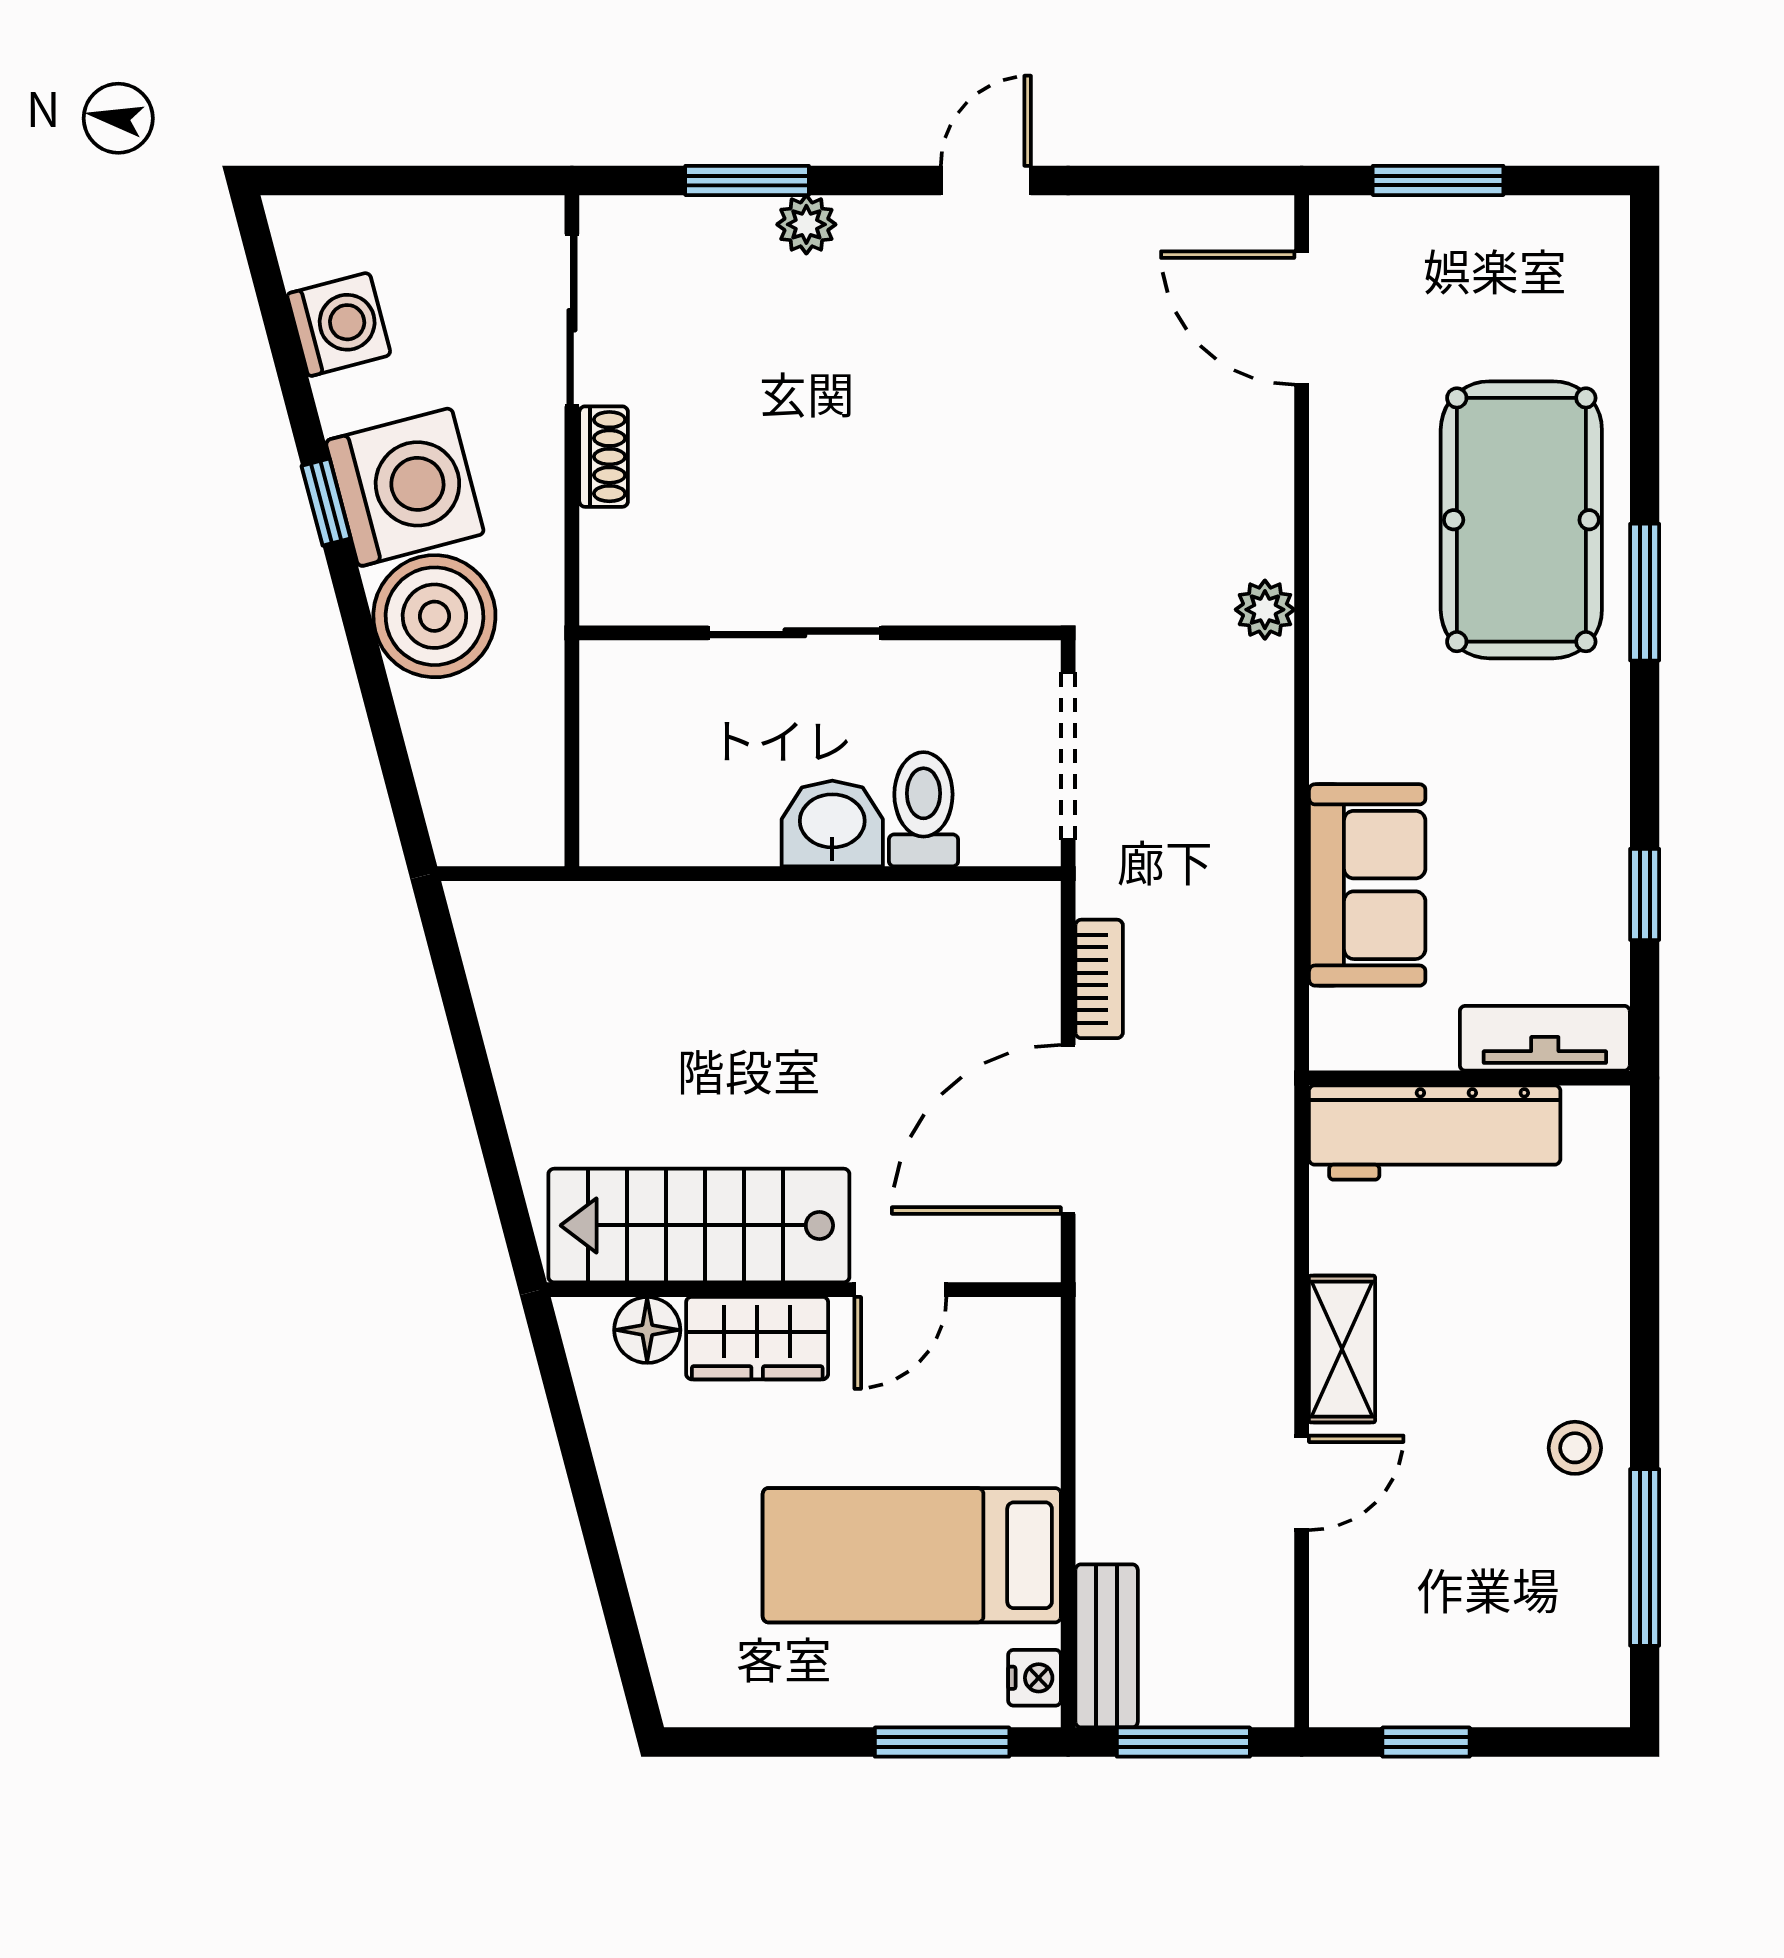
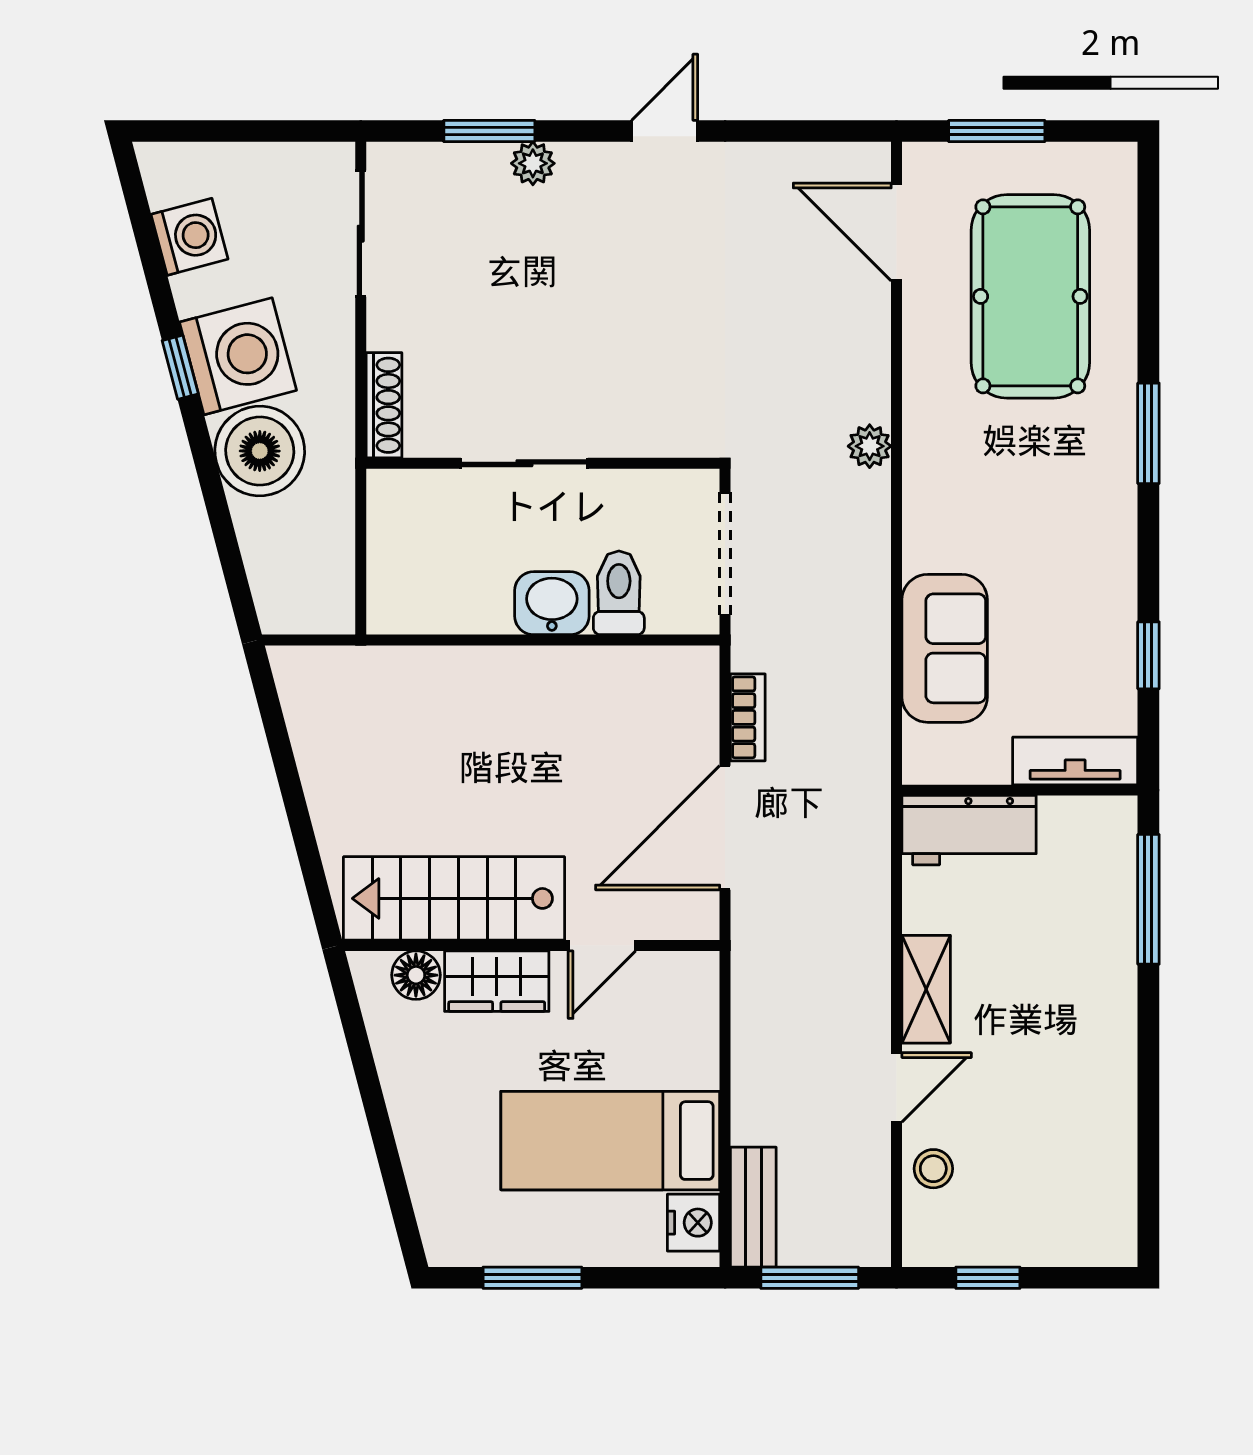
shoe rack: (604, 457) -> (384, 405), moved, width x1.43
pool table: (1521, 520) -> (1030, 296), moved
workbench: (1435, 1133) -> (969, 830), width x0.73
stool: (1575, 1448) -> (933, 1169), moved
window: (1645, 1557) -> (1148, 899), moved
nightstand: (1034, 1678) -> (694, 1223), width x1.39, depth x1.35
window: (942, 1742) -> (532, 1278), moved

